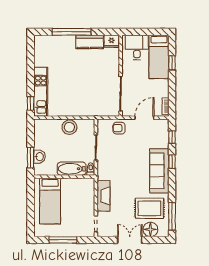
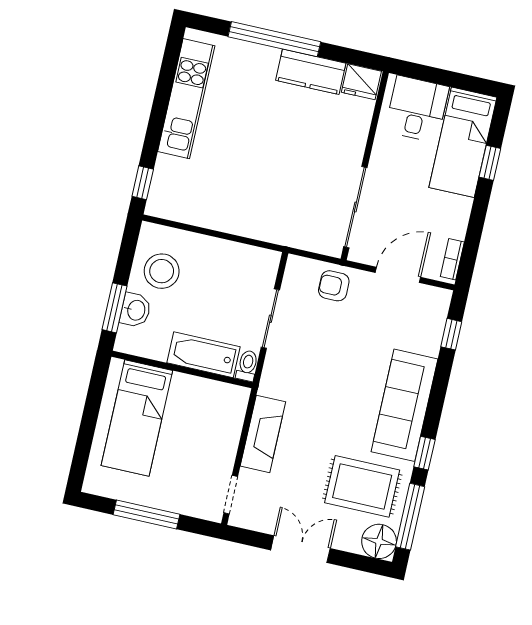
kitchen unit: (41, 92) -> (186, 99), moved
stool: (69, 127) -> (162, 271), moved
window: (172, 162) -> (424, 453), moved
floor lamp: (150, 229) -> (379, 541), moved

